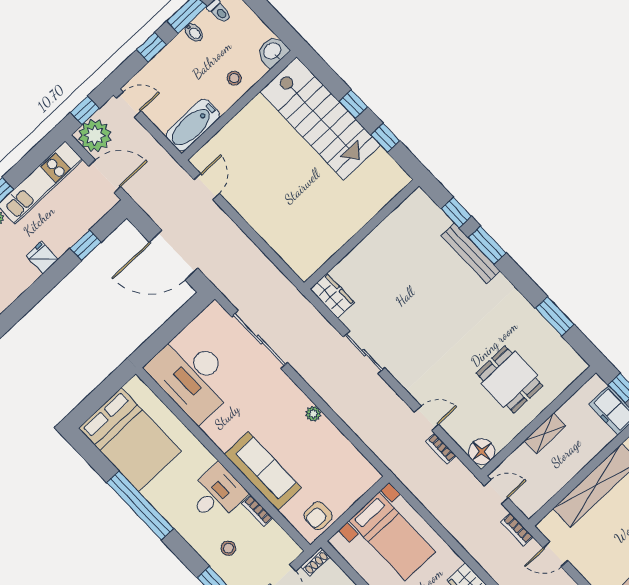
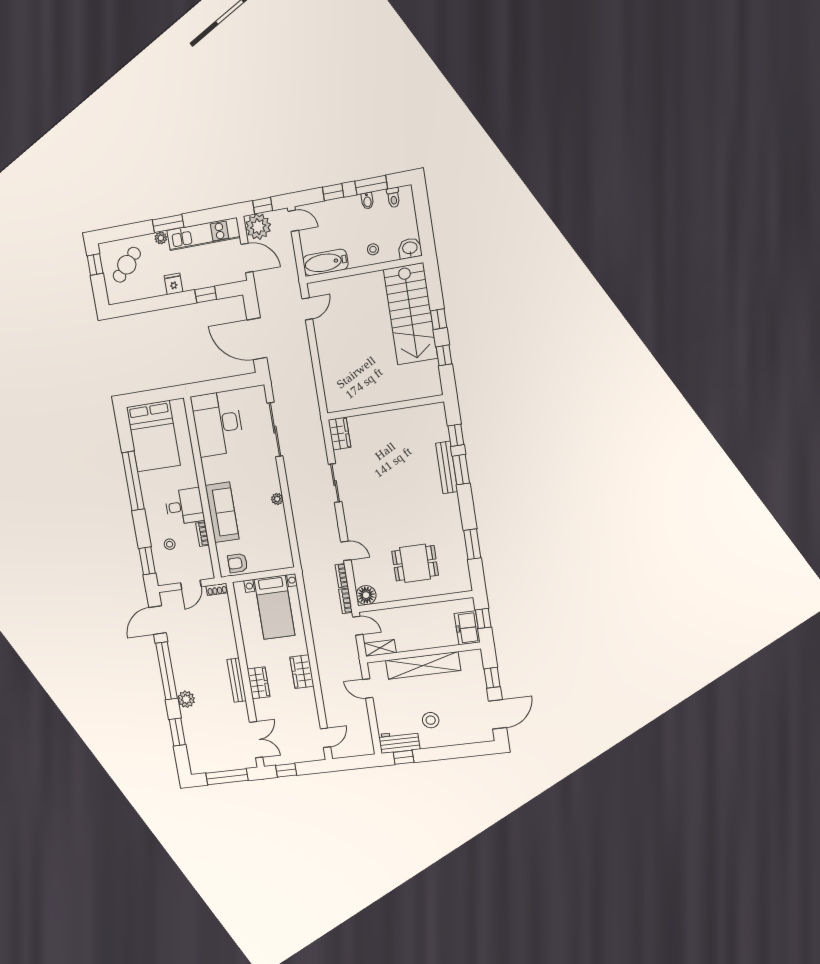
dining table: (509, 379) -> (415, 563), turned 90
shelving: (545, 433) -> (380, 648), moved
bookcase: (517, 529) -> (346, 601), moved

